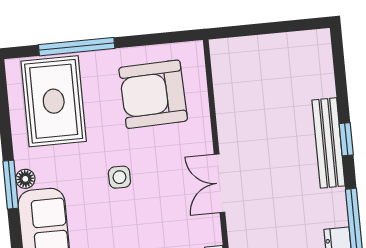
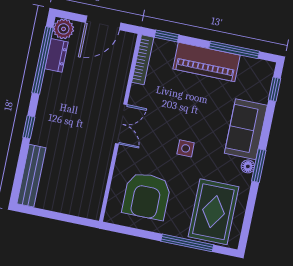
armchair: (153, 94) -> (147, 196), turned 92
bench: (329, 143) -> (31, 176), moved

